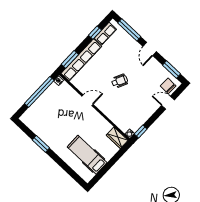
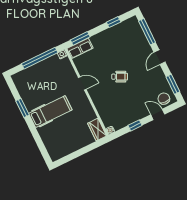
row of seats: (105, 34) -> (123, 27), removed
row of seats: (81, 60) -> (80, 48), width x0.50
window: (141, 132) -> (135, 125), moved
hospital bed: (87, 155) -> (50, 112), moved, turned 90

